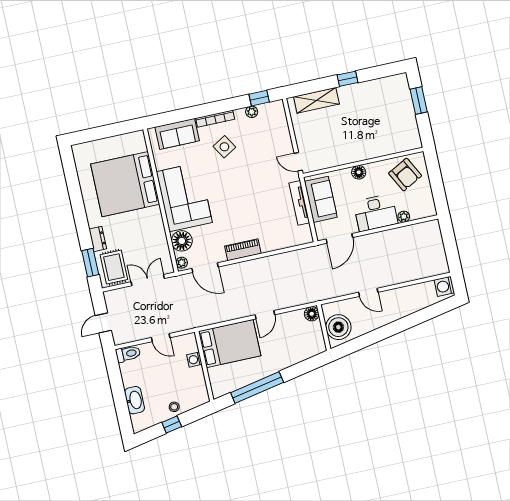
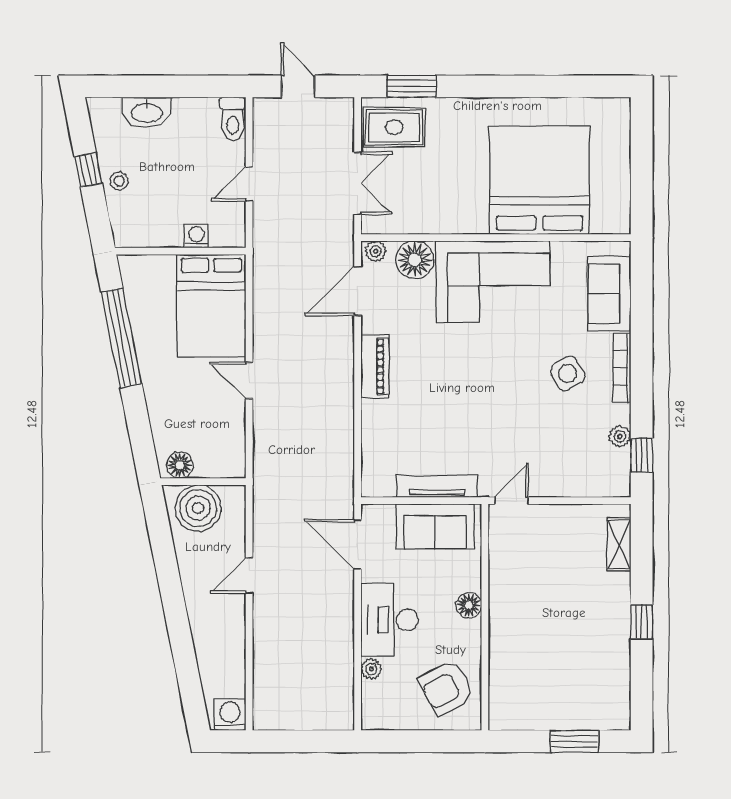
shelving: (316, 100) -> (619, 544), width x0.67, depth x0.75
dresser: (98, 239) -> (451, 109), removed
floor lamp: (312, 314) -> (180, 465), moved

